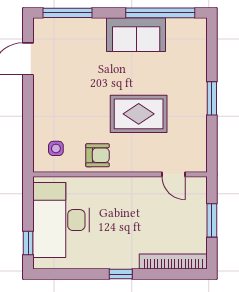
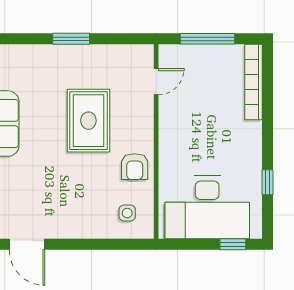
armchair: (98, 155) -> (135, 167), turned 180
window: (212, 220) -> (208, 39), width x1.44
window: (121, 274) -> (267, 182), moved

